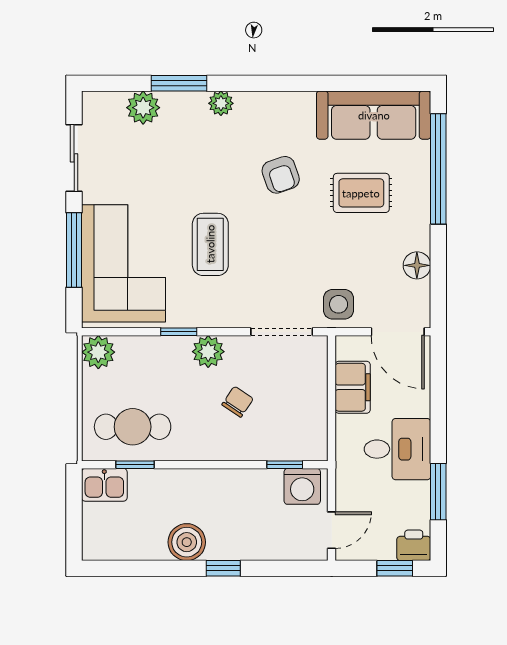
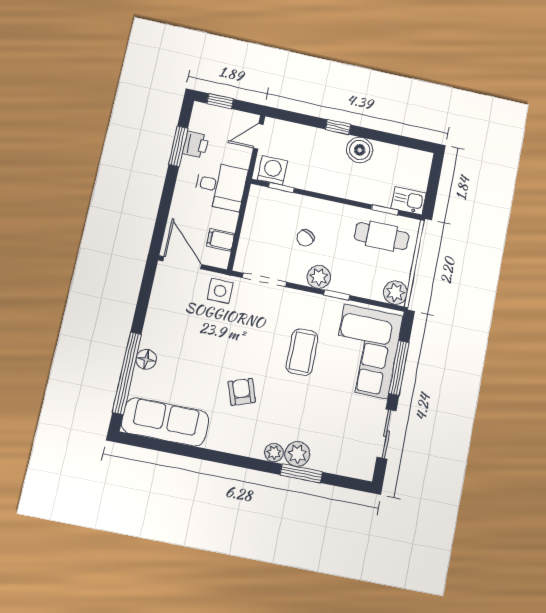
plant: (143, 108) -> (297, 454), moved
rug: (361, 193) -> (186, 367), removed
floor lamp: (417, 265) -> (146, 359), moved
filing cabinet: (353, 387) -> (221, 240), width x0.50
desk: (398, 449) -> (221, 186), moved, turned 180
printer: (414, 545) -> (195, 145), moved, turned -90

